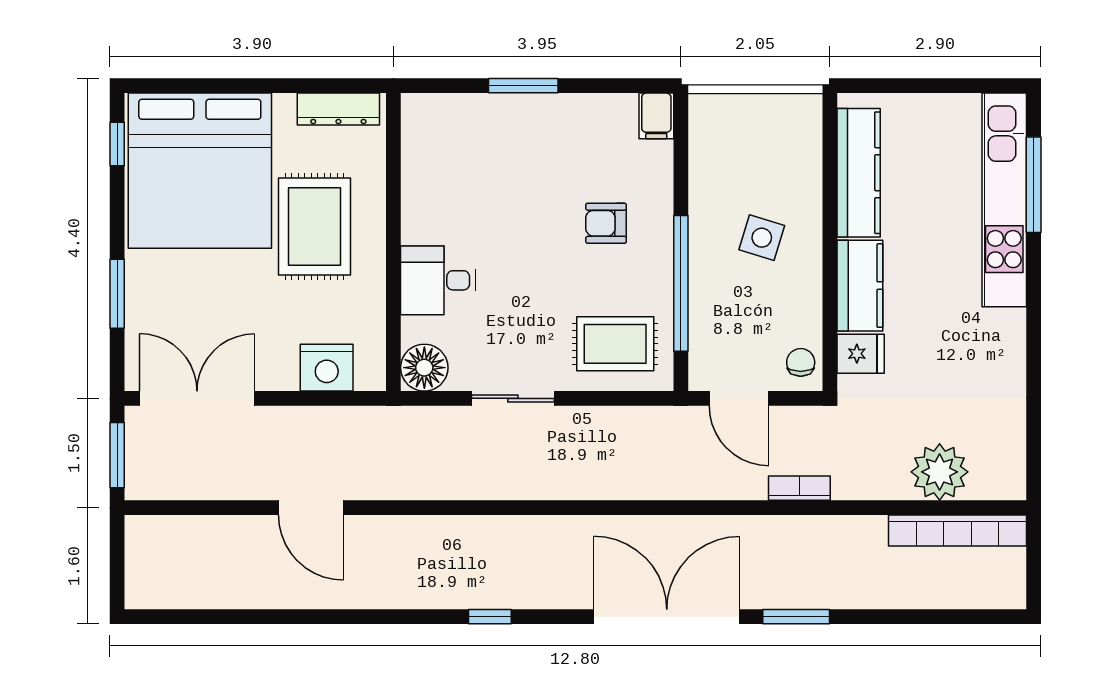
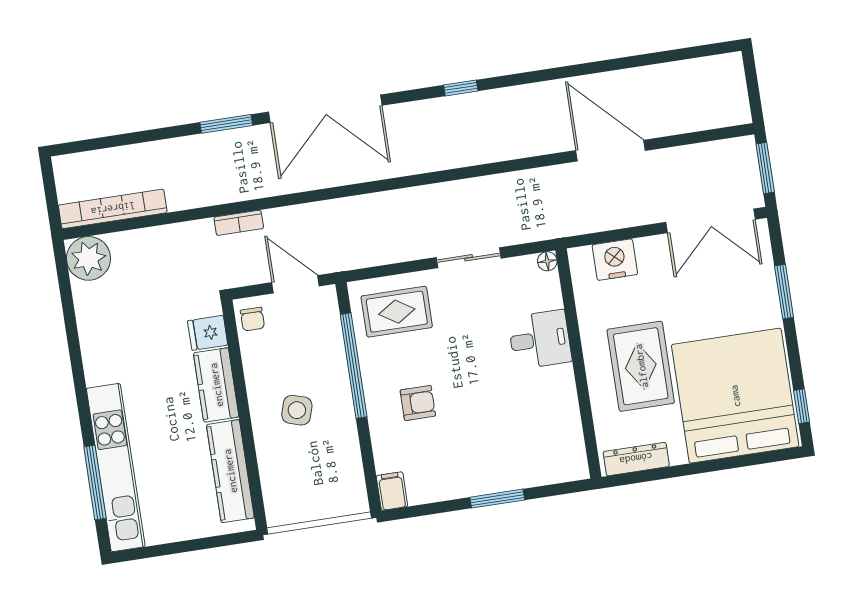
floor lamp: (424, 368) -> (547, 261), width x0.53, depth x0.53
plant: (940, 472) -> (89, 258), moved
door: (311, 508) -> (611, 151), width x1.36

